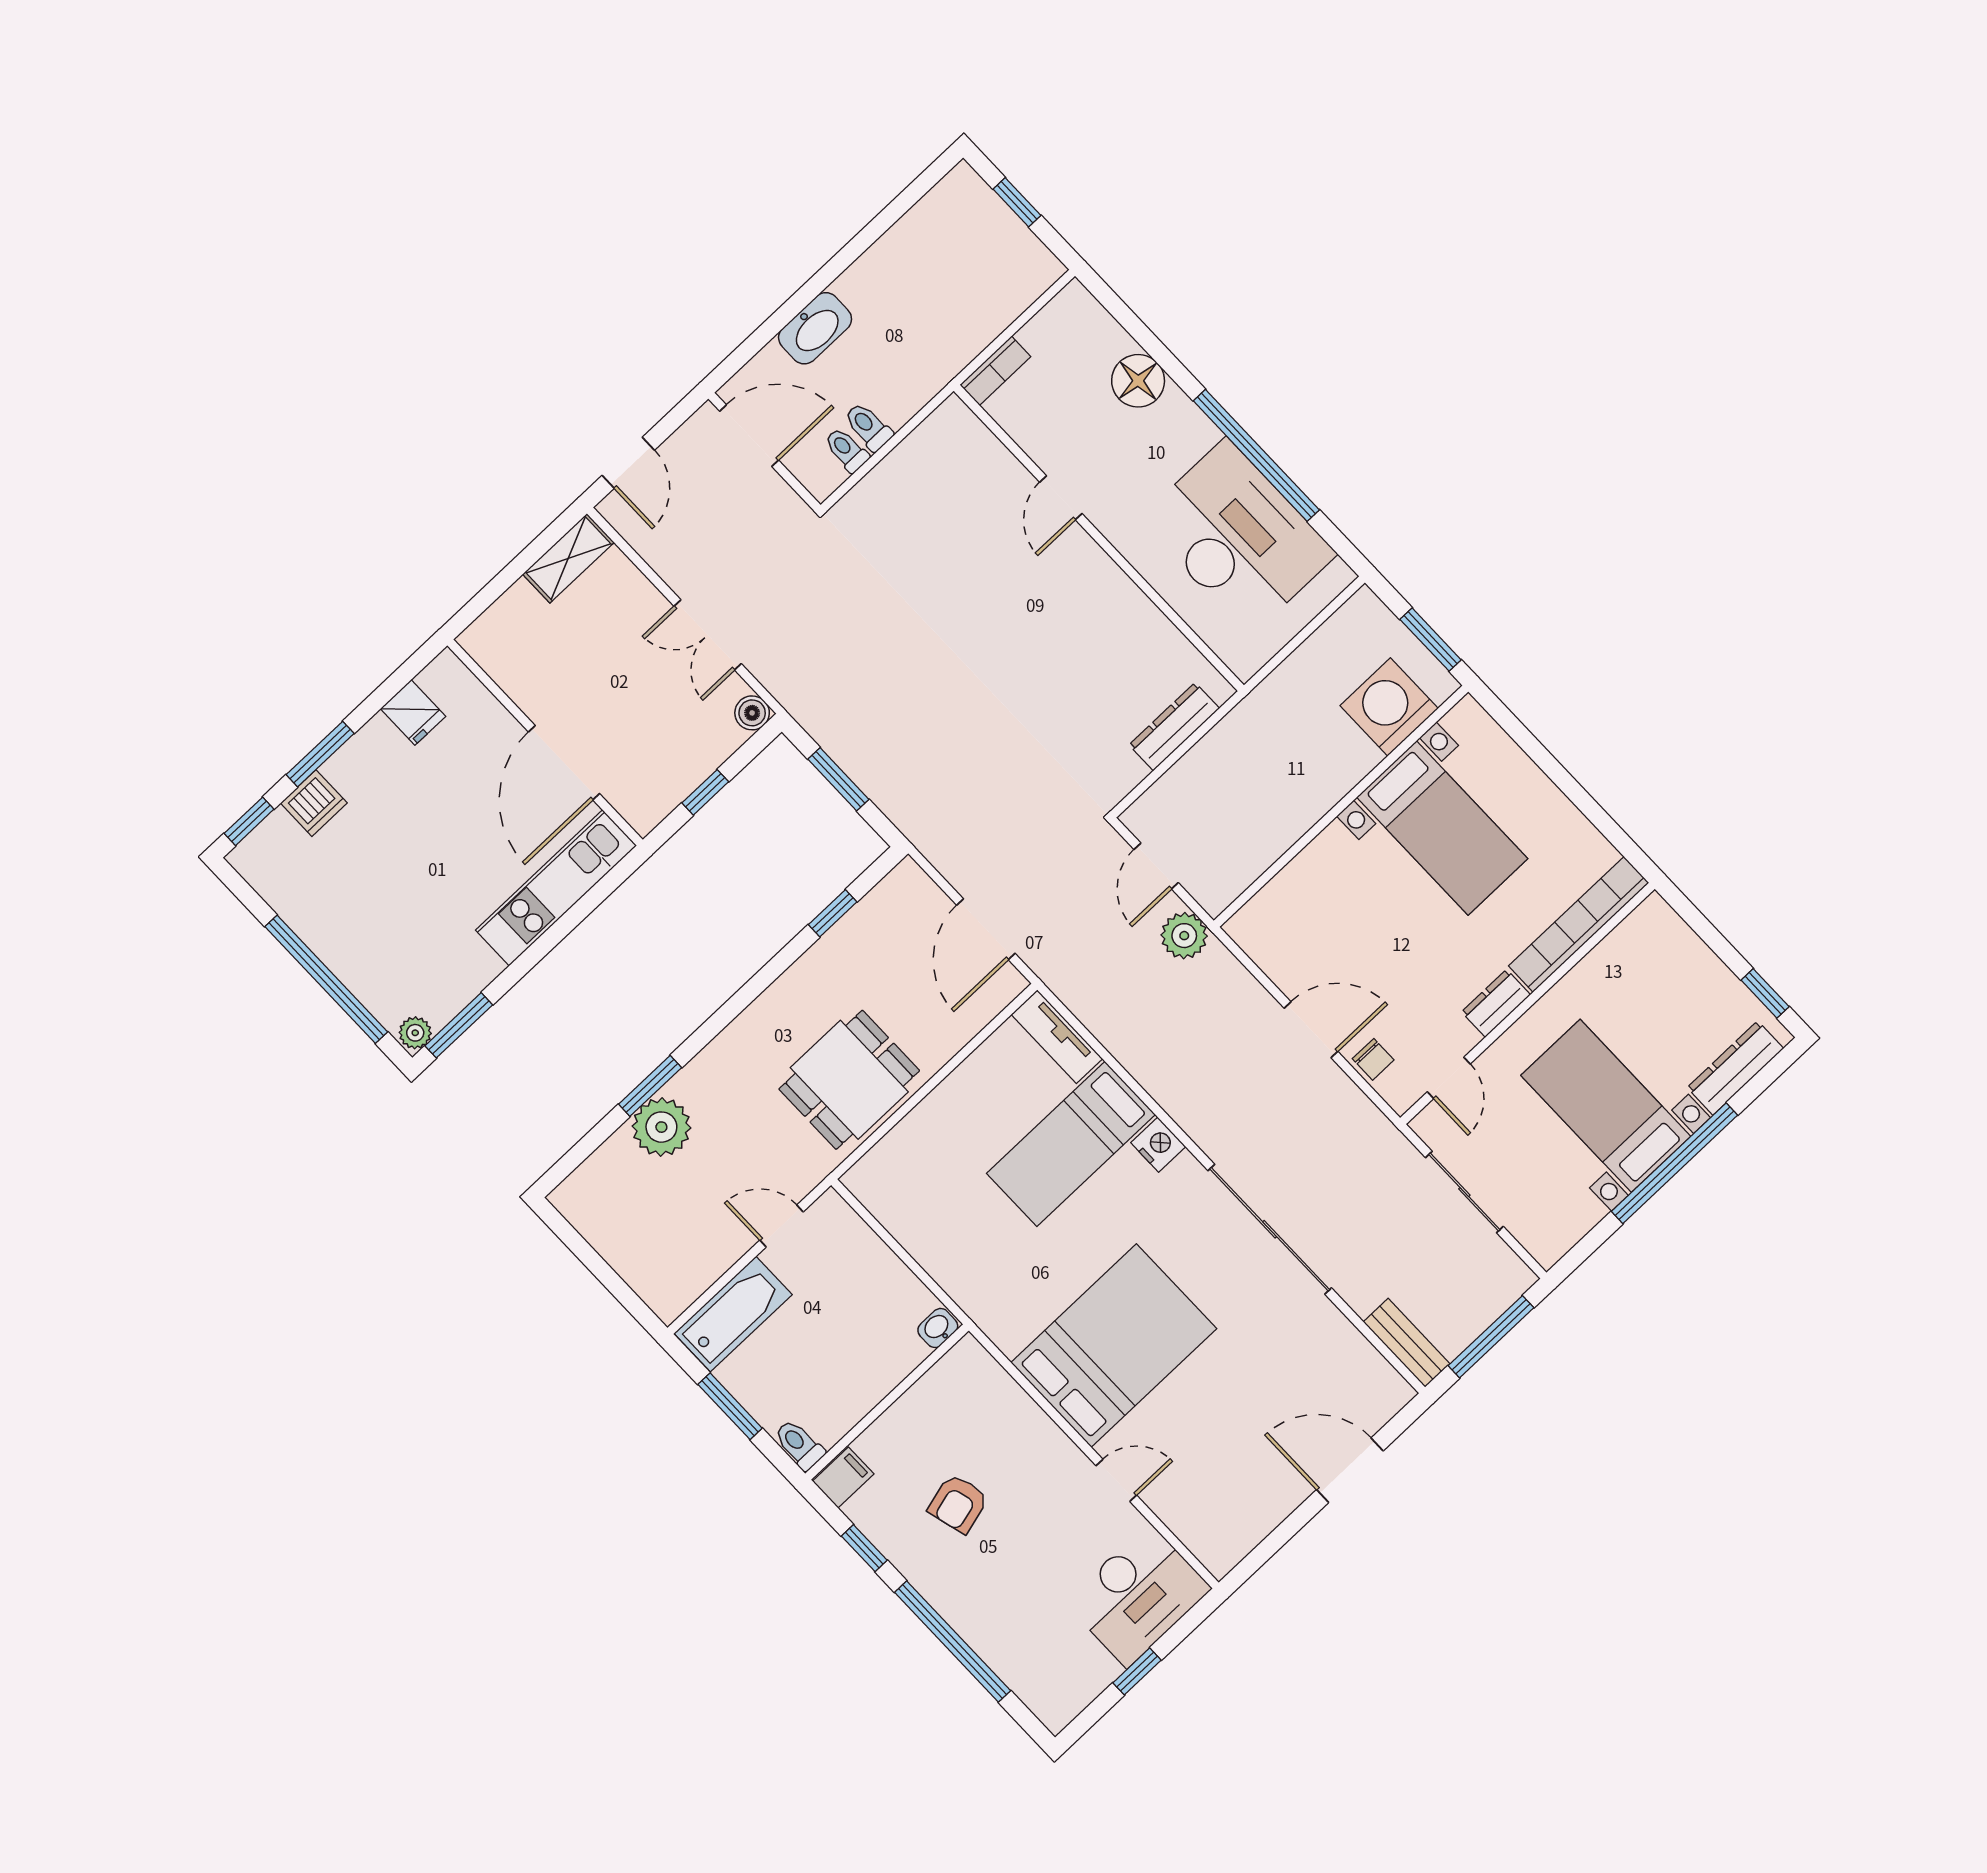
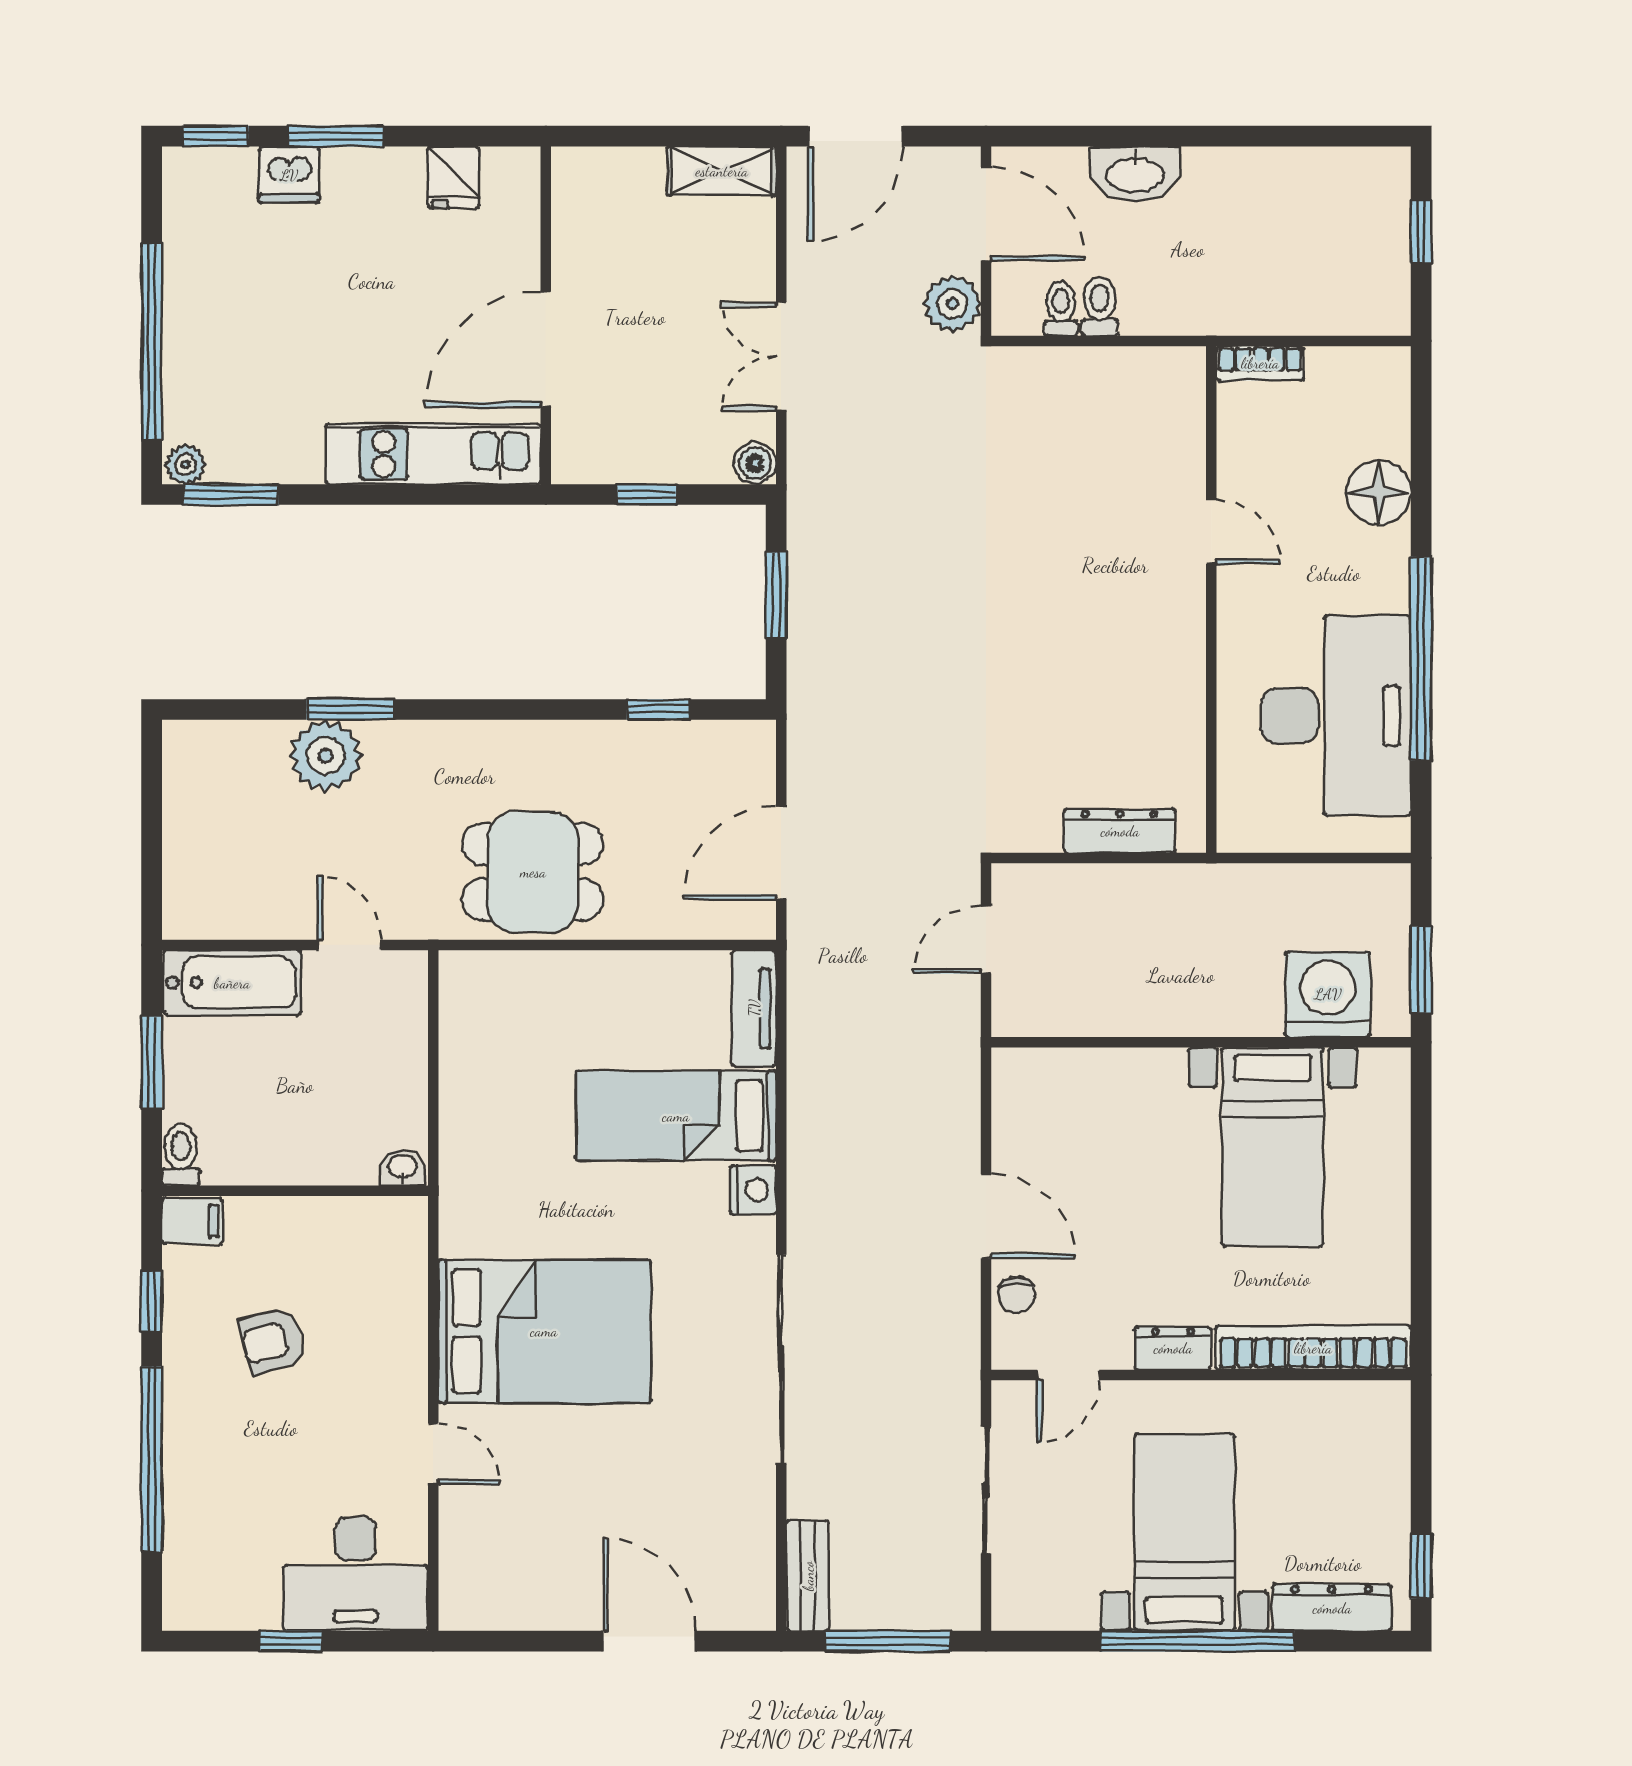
door: (628, 463) -> (855, 136), width x1.38
door: (1061, 498) -> (1211, 532), swing flipped
plant: (1184, 936) -> (952, 304), moved

